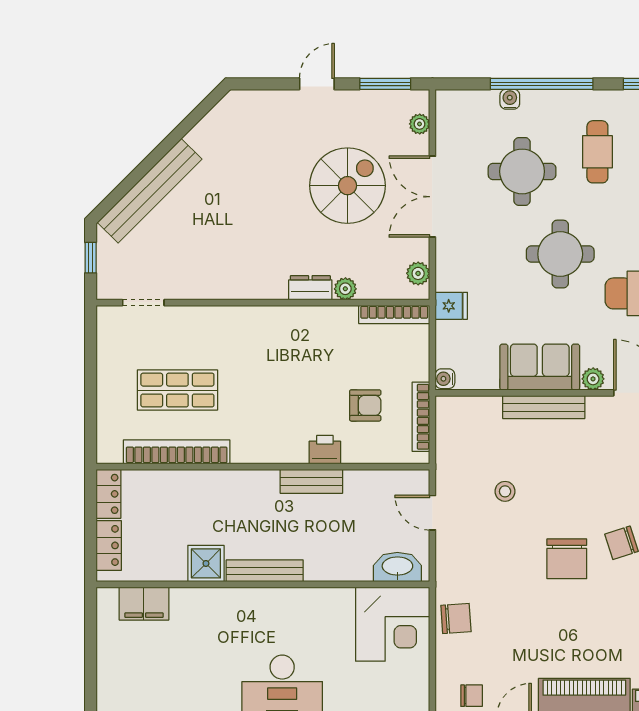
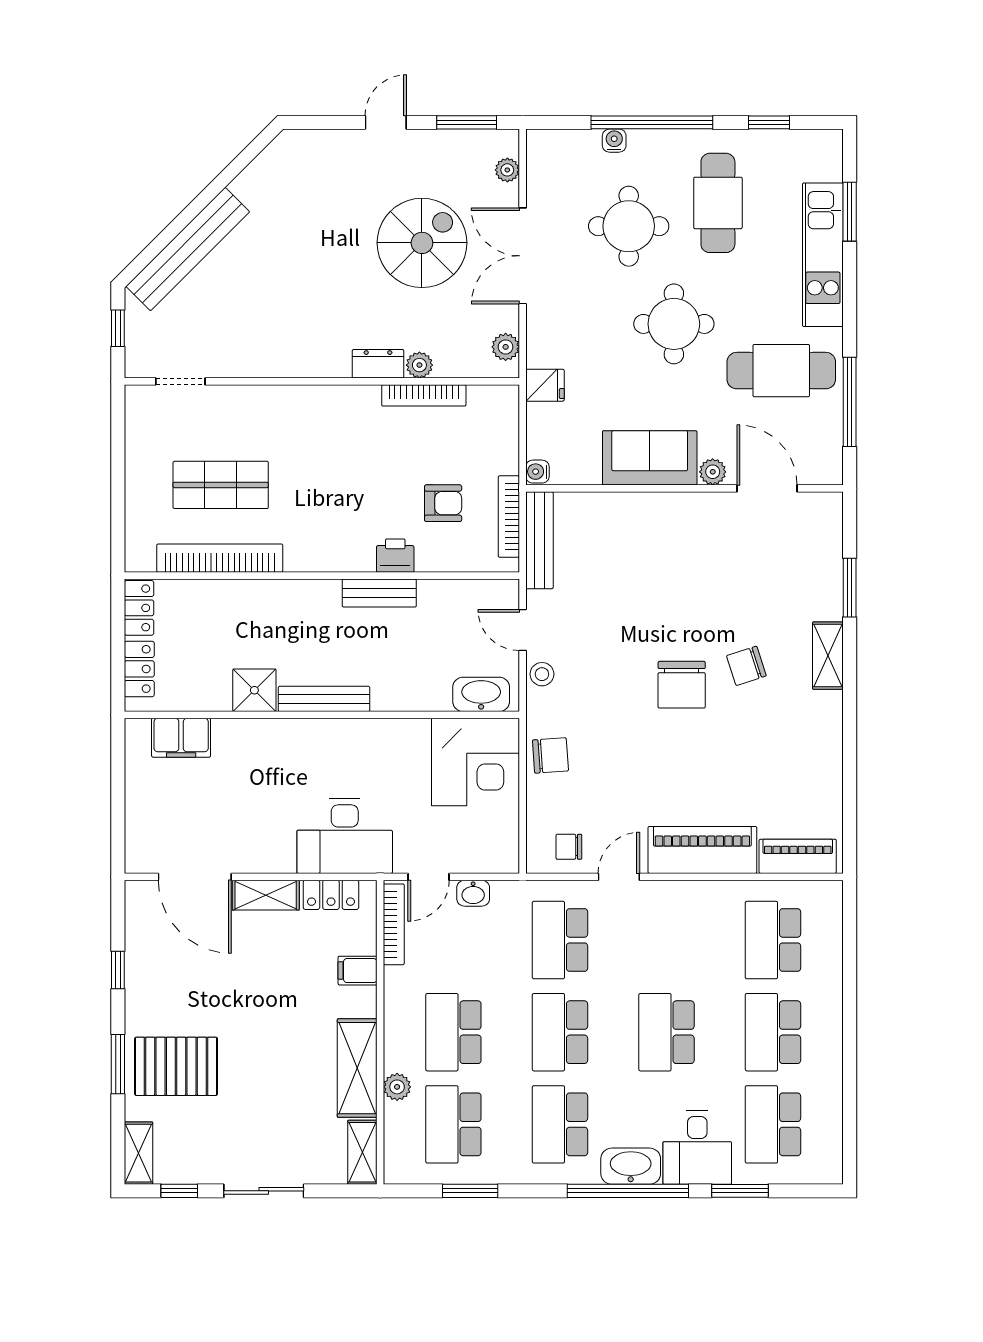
cafe table: (597, 152) -> (718, 203), width x1.37, depth x1.35
bookcase: (394, 314) -> (424, 395), moved
bench: (544, 407) -> (539, 540), moved, turned 90
stool: (505, 491) -> (542, 674), moved
chair: (472, 696) -> (569, 847), turned 180

